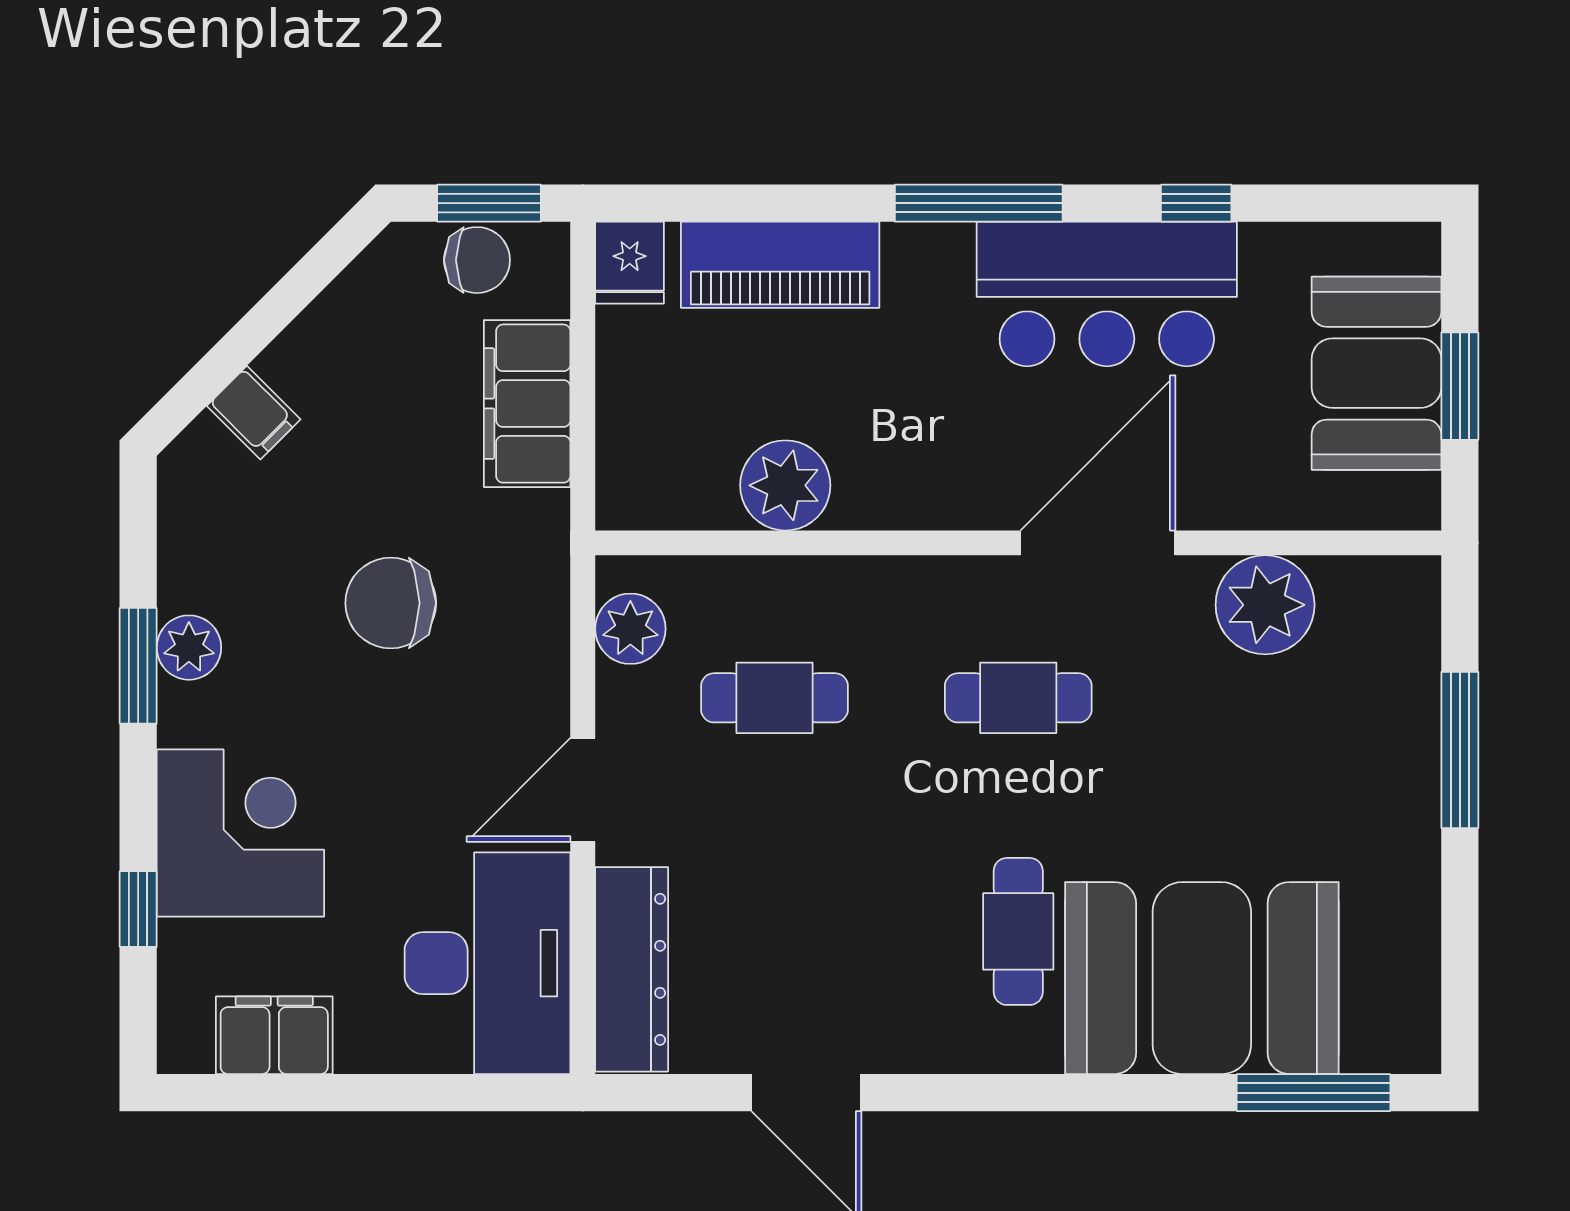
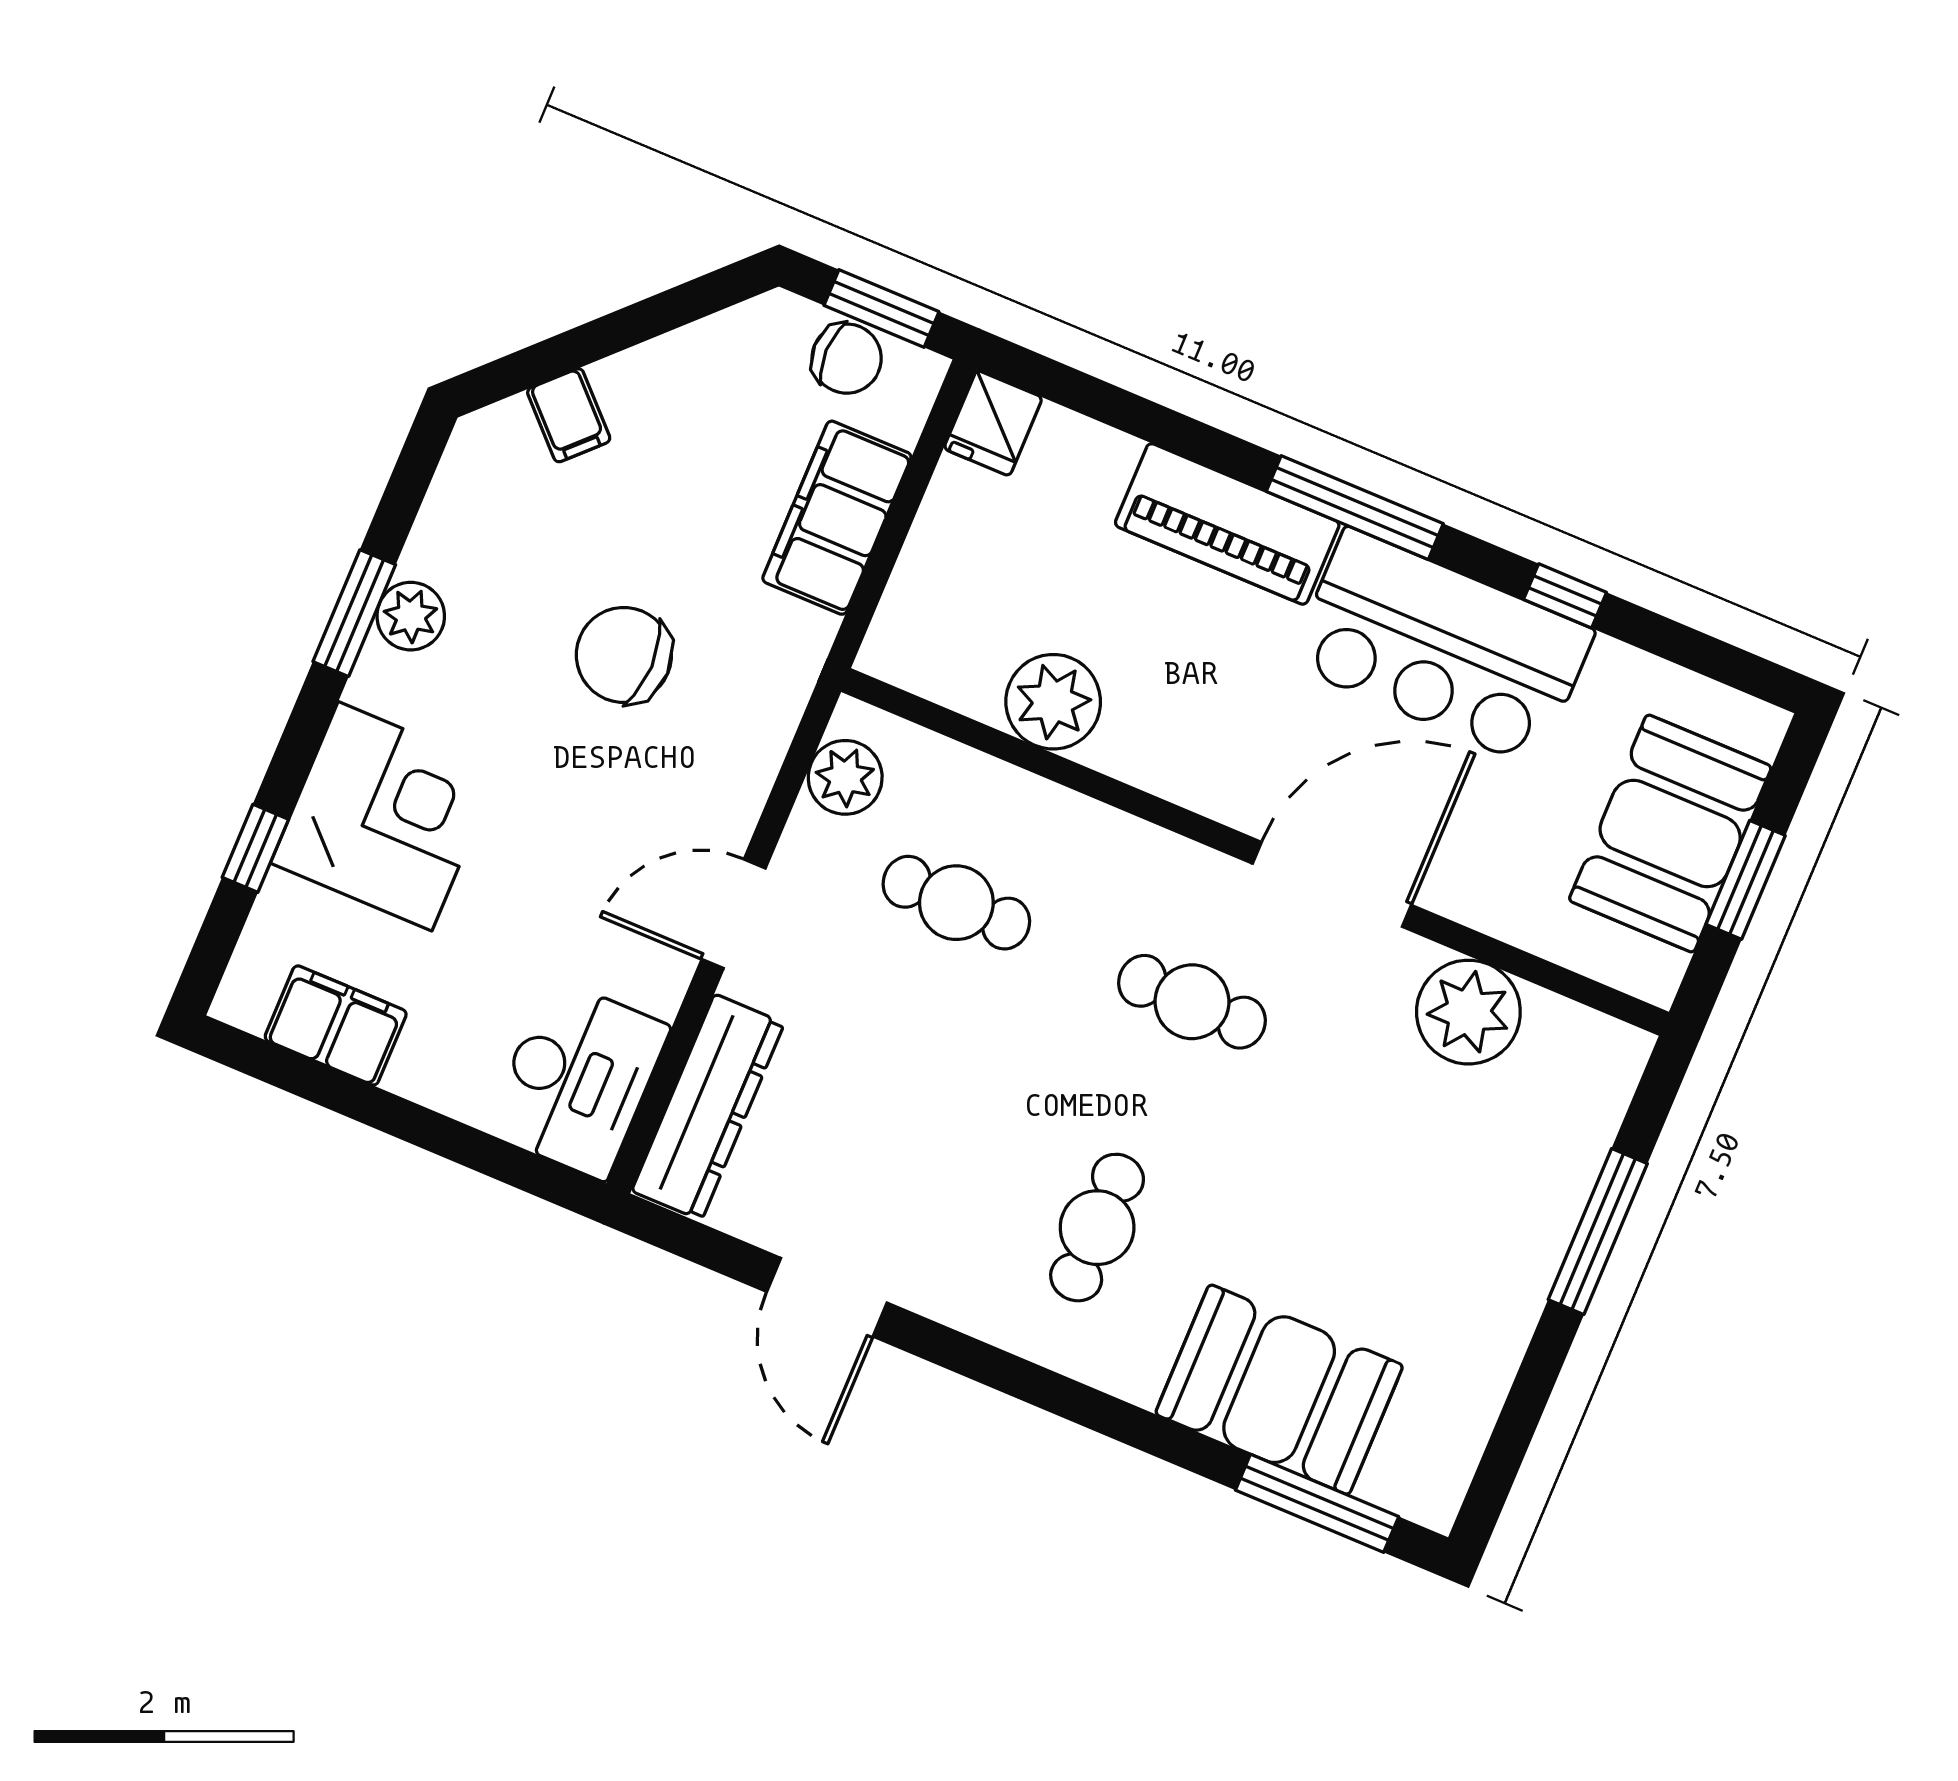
piano: (780, 265) -> (1227, 524), moved
desk: (487, 963) -> (578, 1079), width x0.73, depth x0.77
booth: (1202, 978) -> (1279, 1390), width x0.73, depth x0.70

